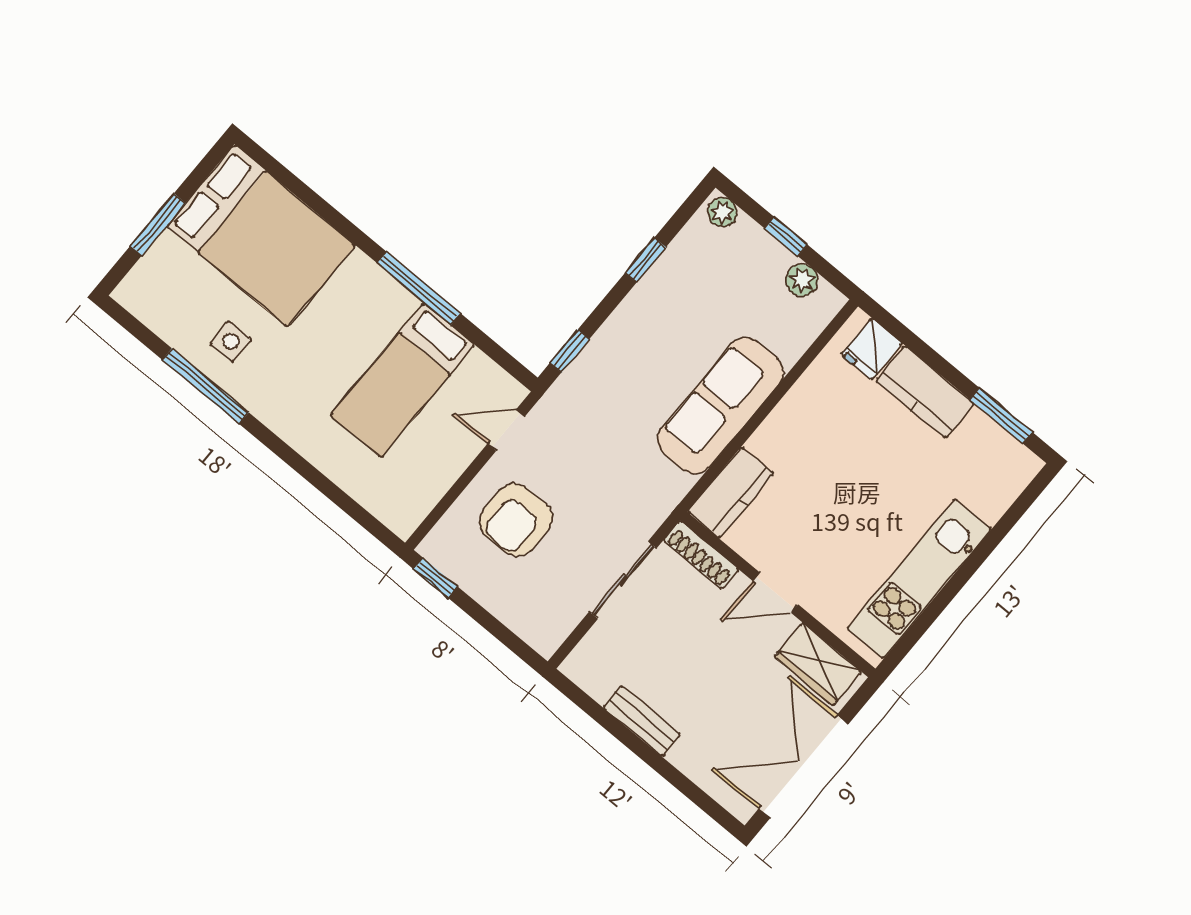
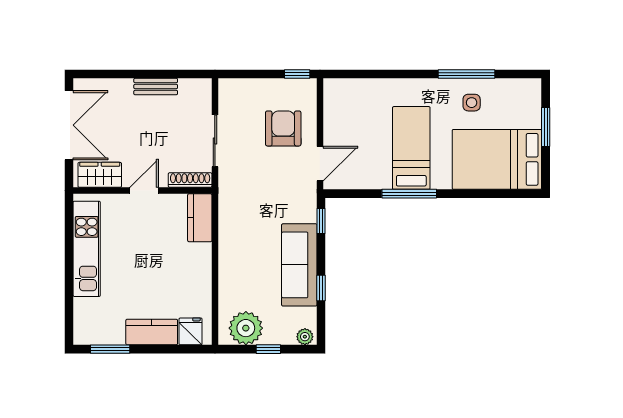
plant: (802, 280) -> (246, 328), width x1.88, depth x1.88
bed: (402, 380) -> (411, 148), moved
sofa: (721, 406) -> (299, 265), moved, turned 180
door: (506, 430) -> (320, 164), width x1.38

